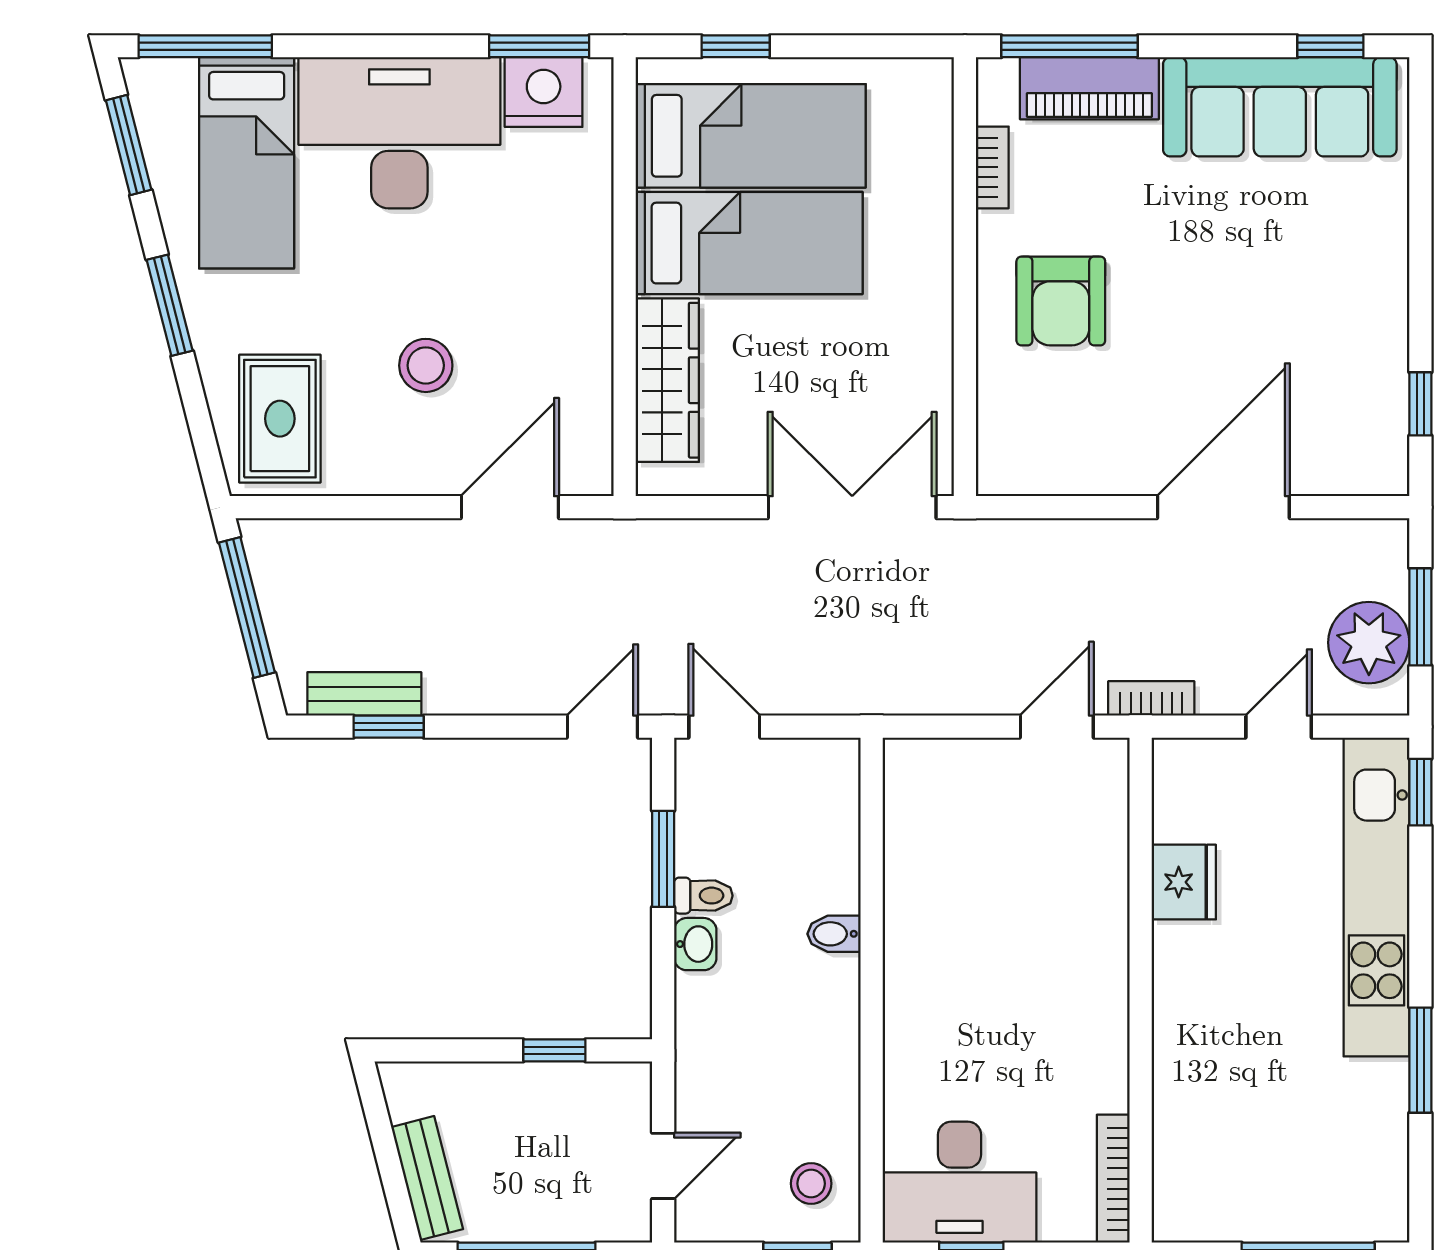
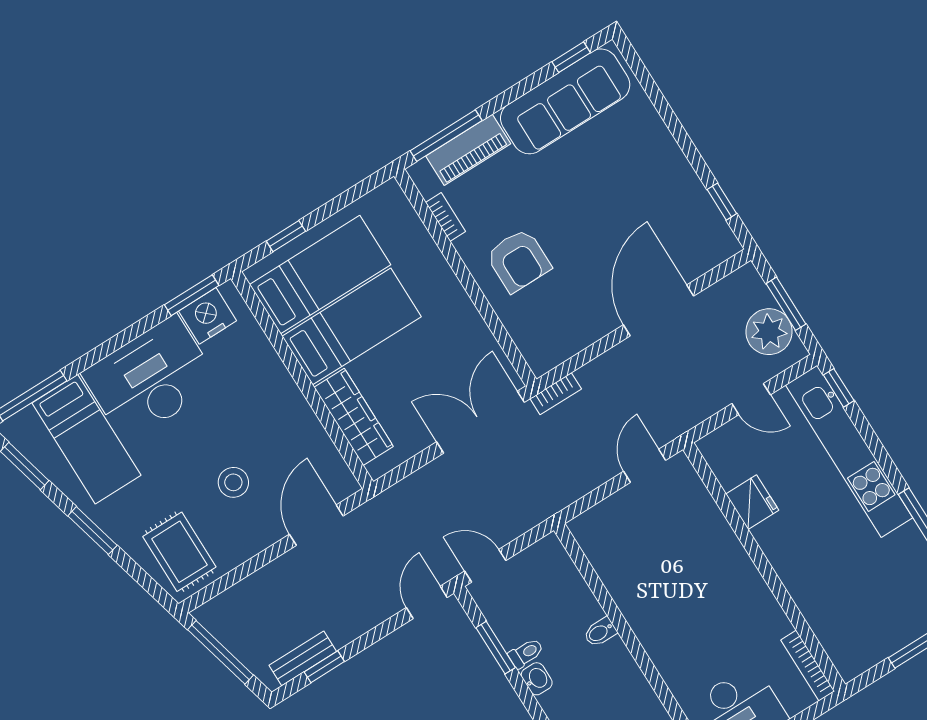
bookcase: (1151, 698) -> (556, 394), moved, turned 180
door: (1279, 727) -> (751, 399), swing flipped

